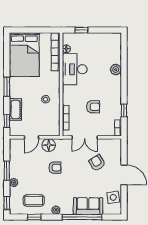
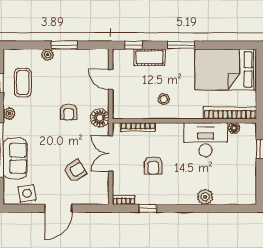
floor lamp: (49, 145) -> (100, 118), moved
window: (7, 203) -> (19, 45), removed

